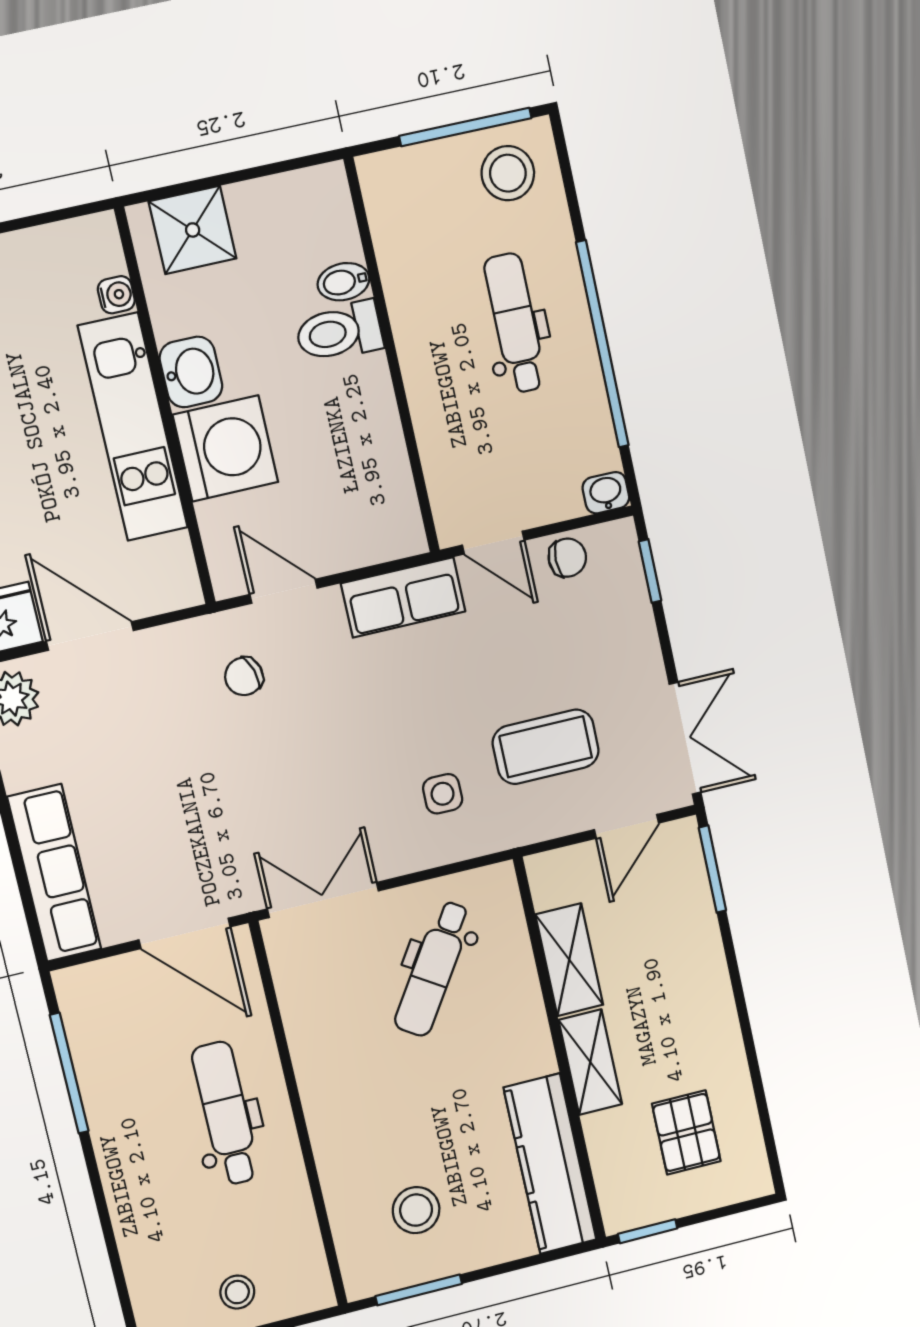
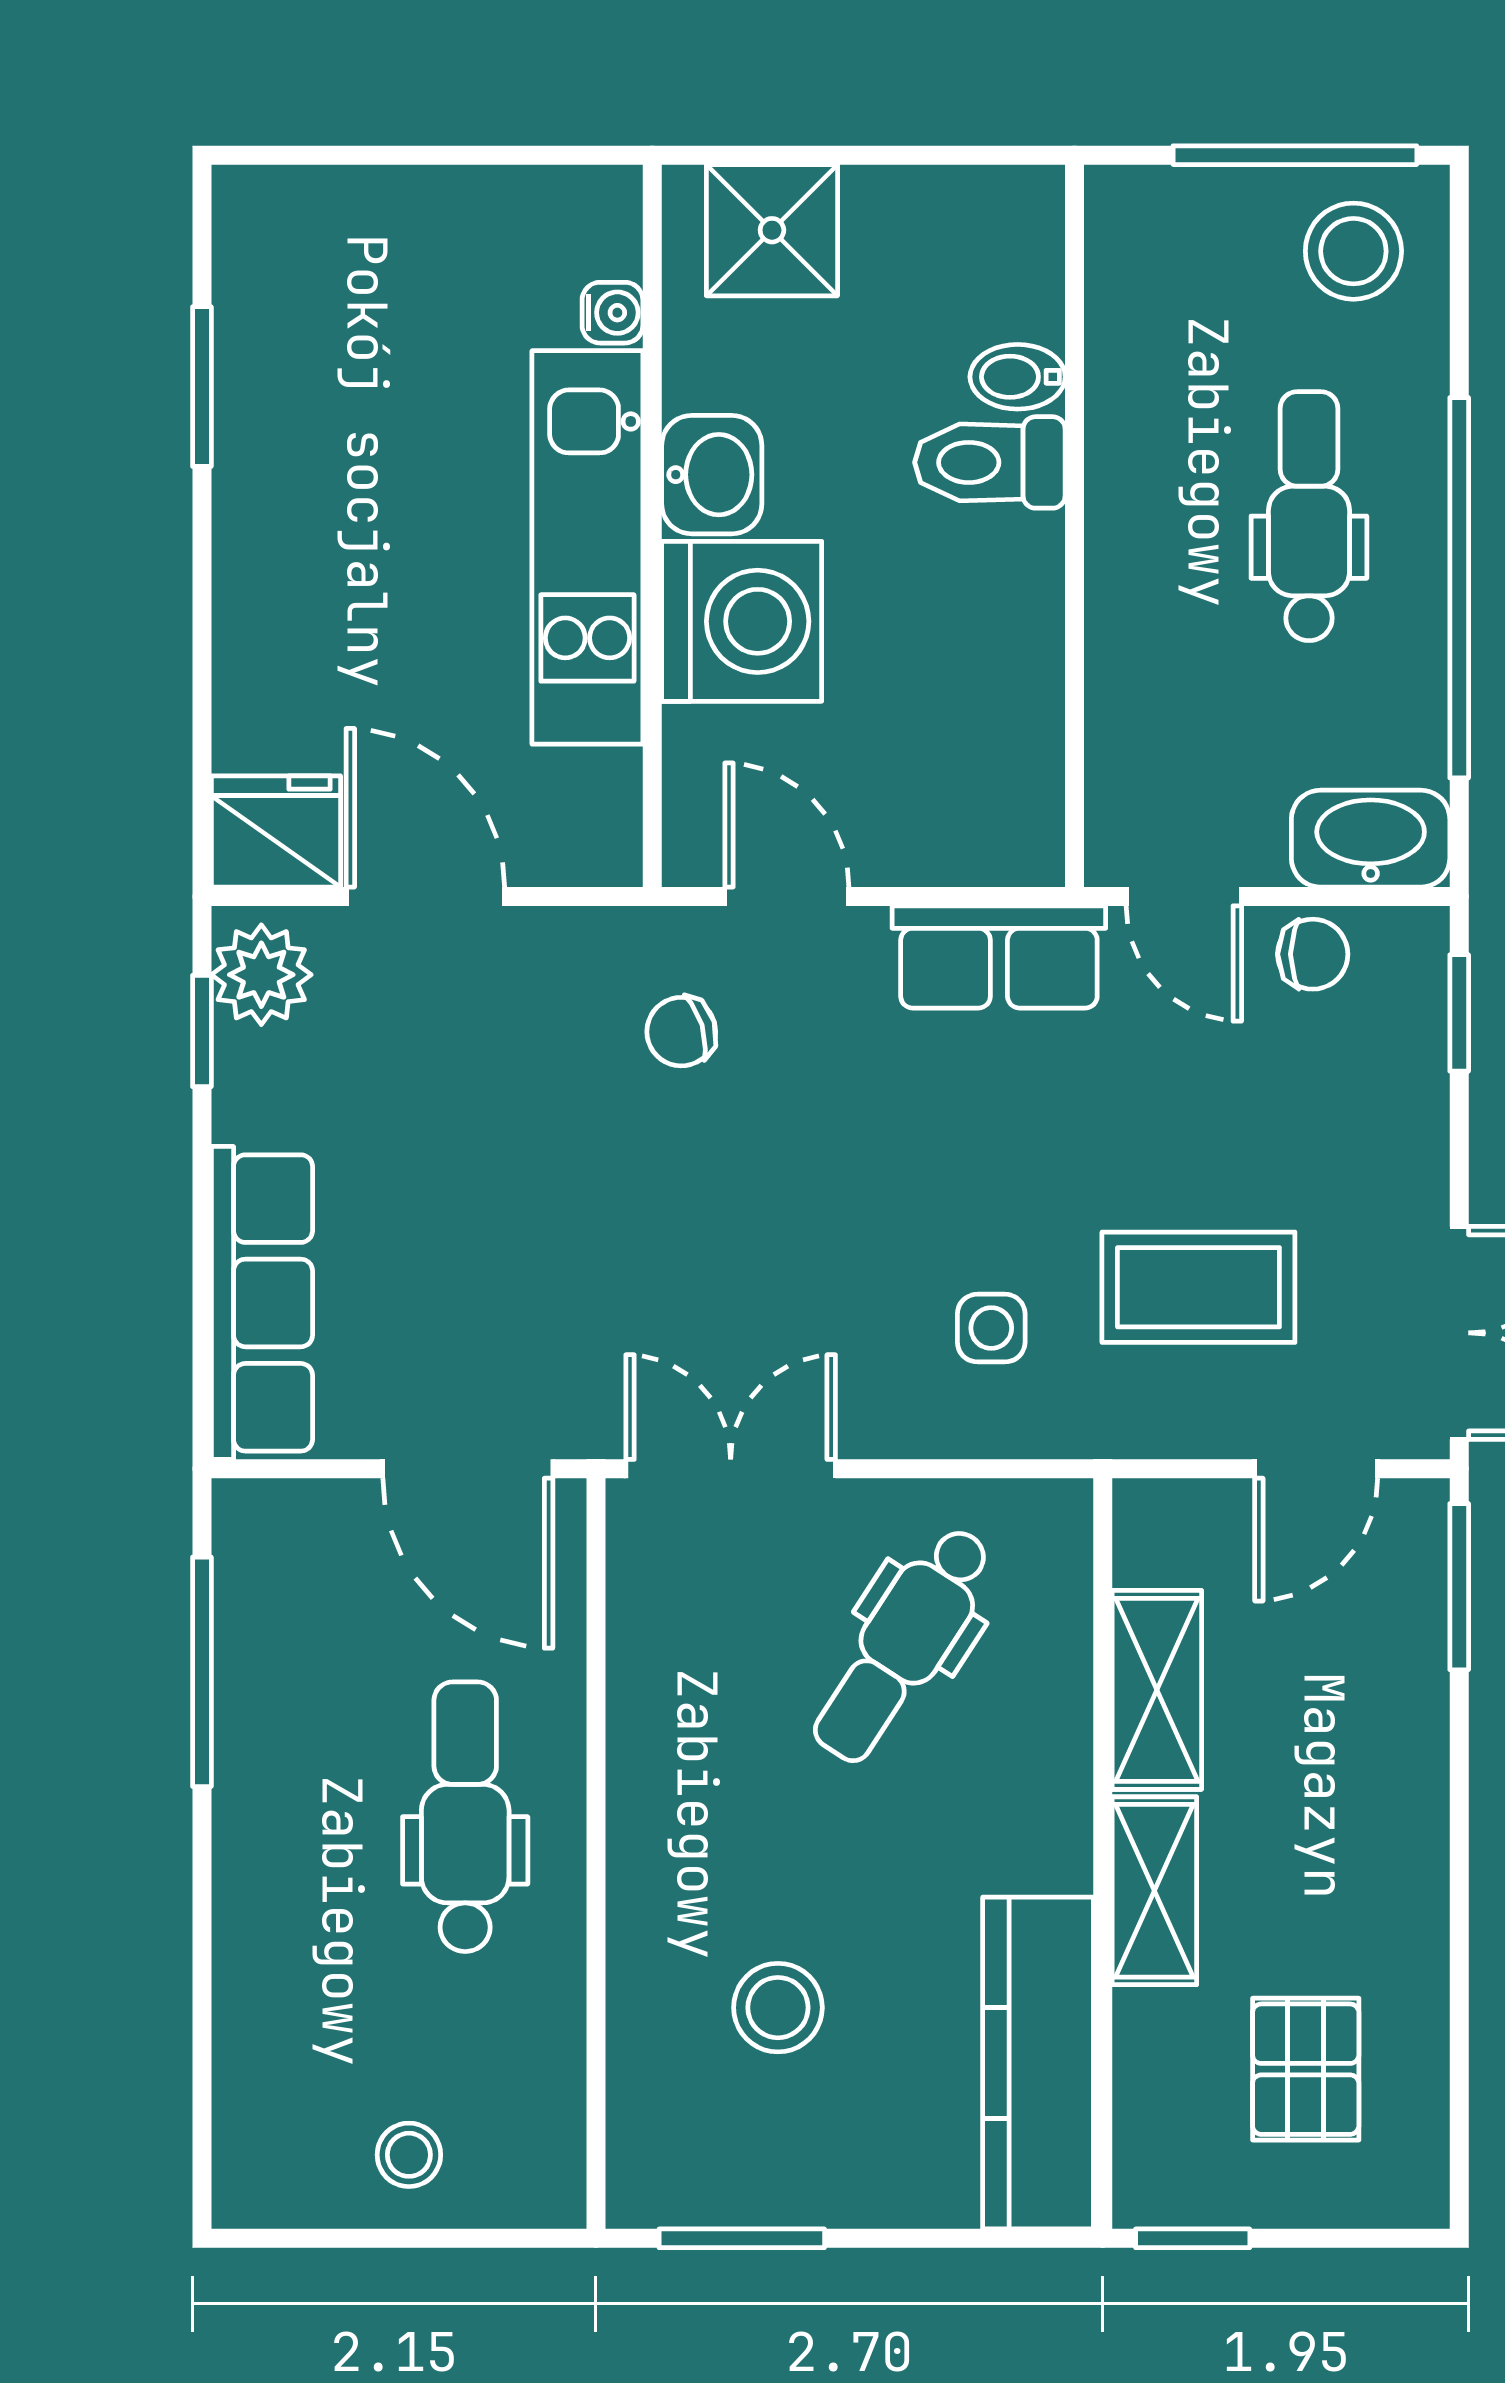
washbasin: (606, 493) -> (1371, 839), width x1.91, depth x1.45
stool: (416, 1210) -> (778, 2008), moved

